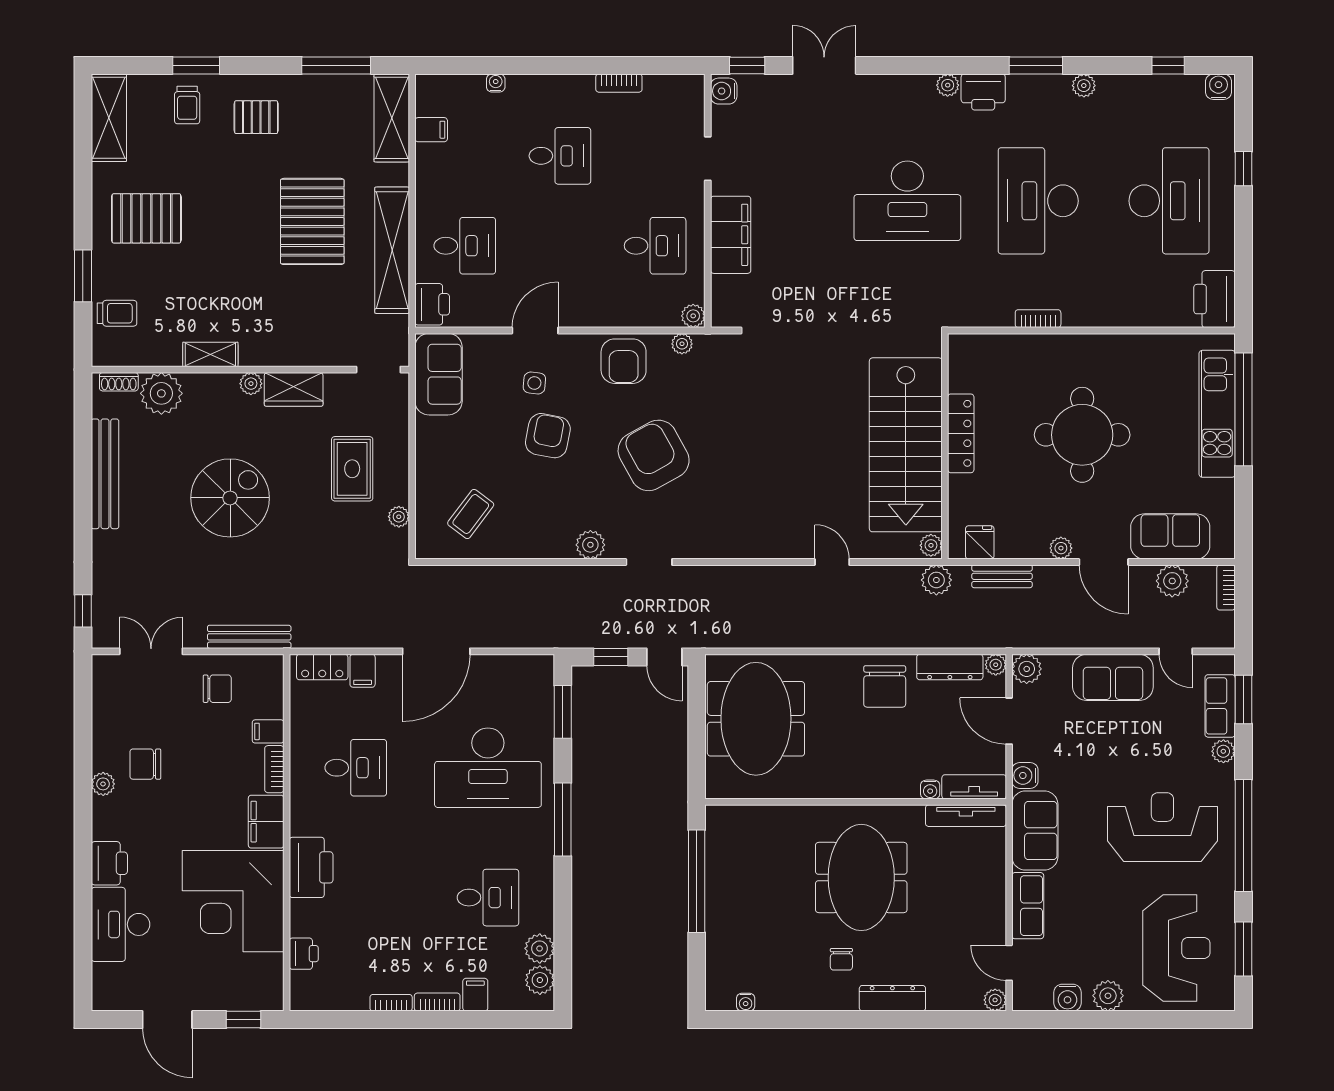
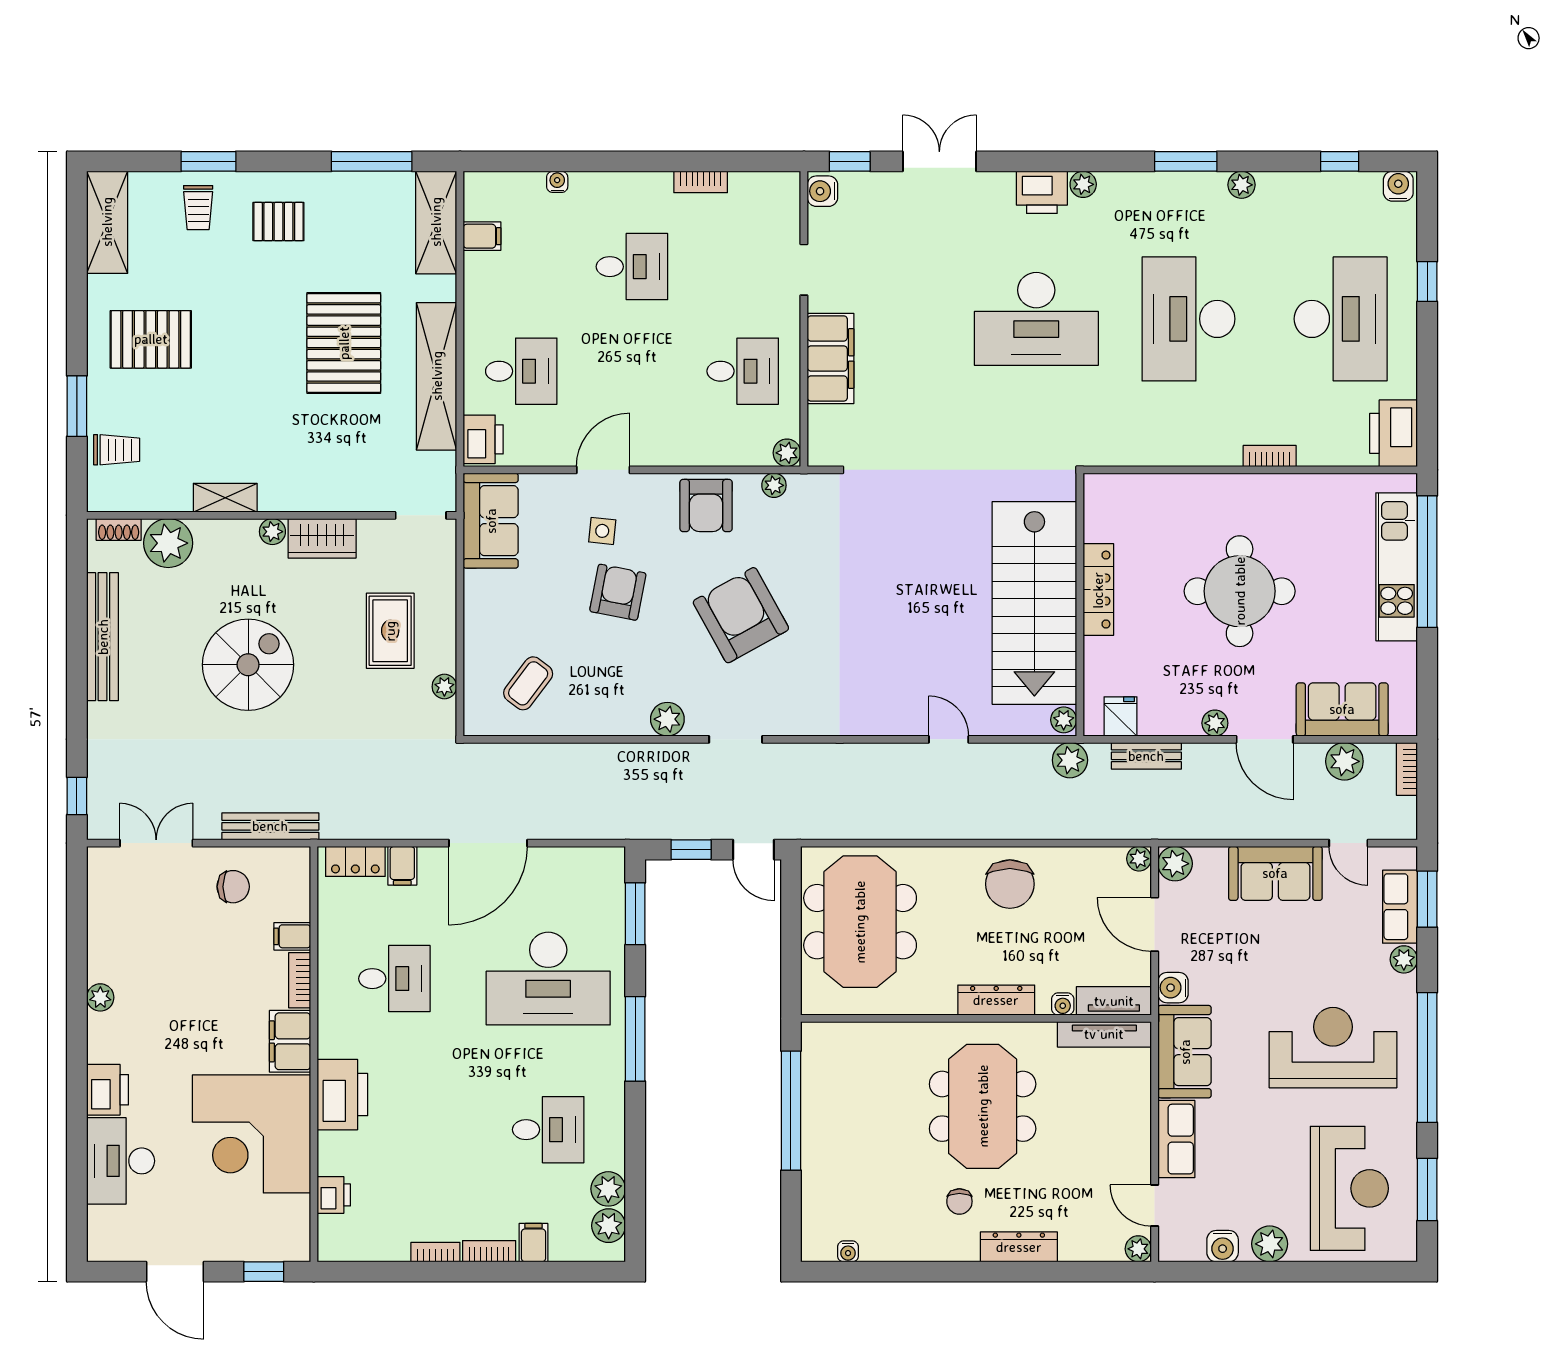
printer: (983, 92) -> (1042, 192), moved
bookcase: (1038, 319) -> (1270, 456), moved
dresser: (950, 667) -> (996, 1000), moved, turned 180
chair: (145, 764) -> (150, 974), removed

